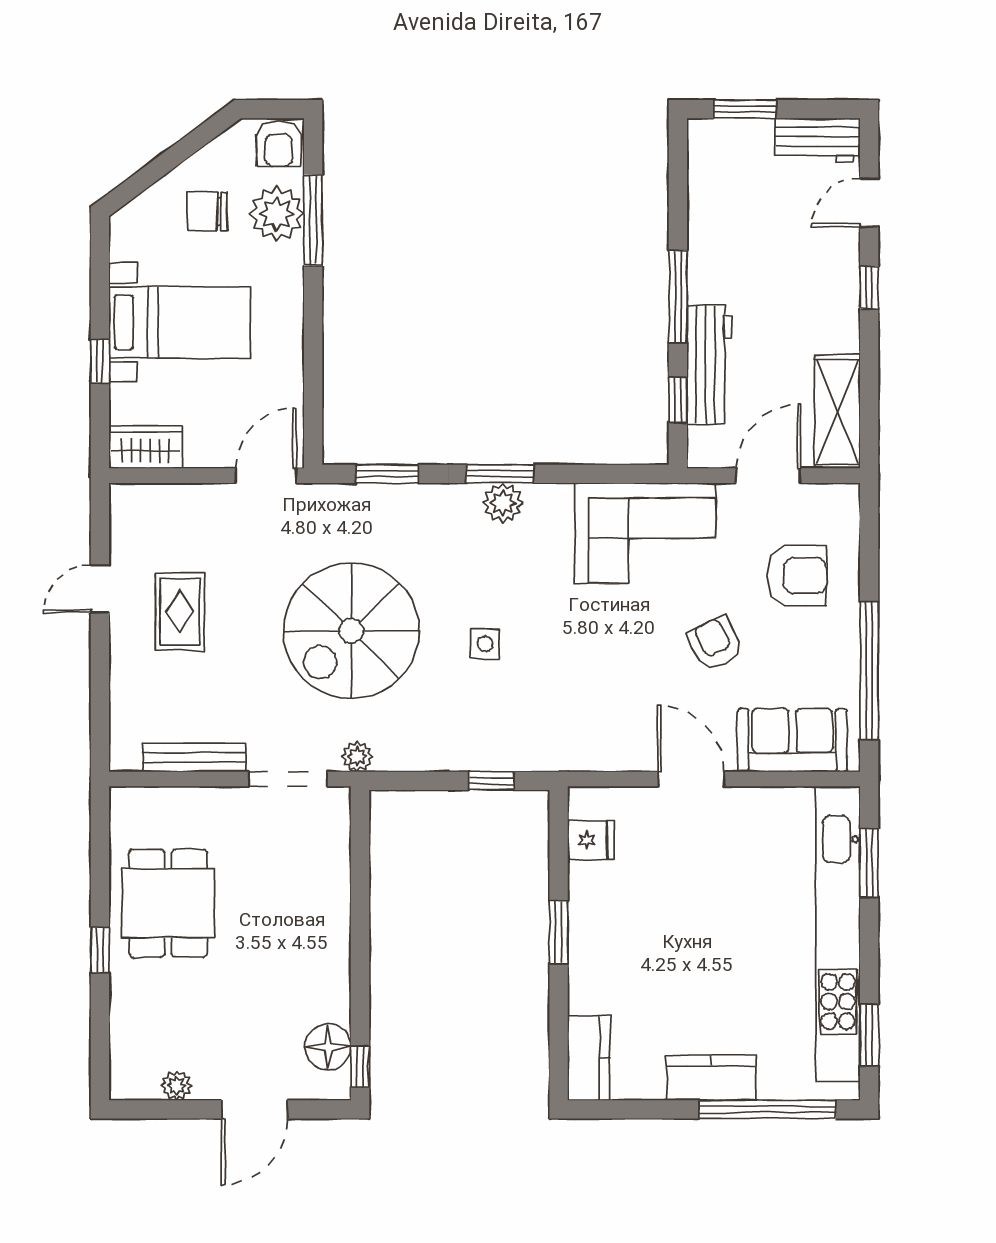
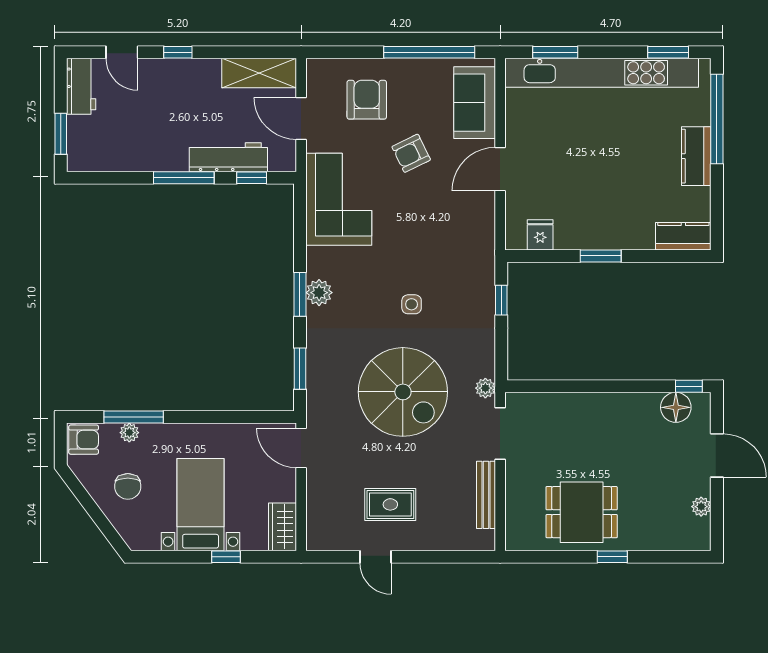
plant: (277, 214) -> (129, 433), width x0.53, depth x0.53

